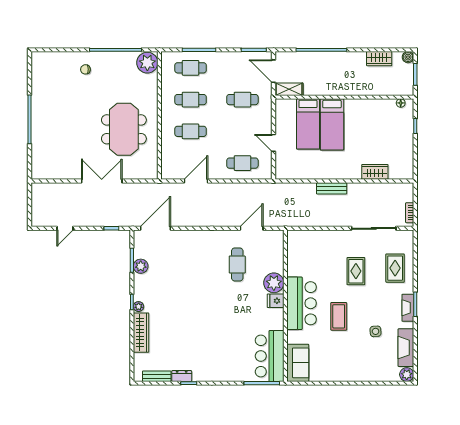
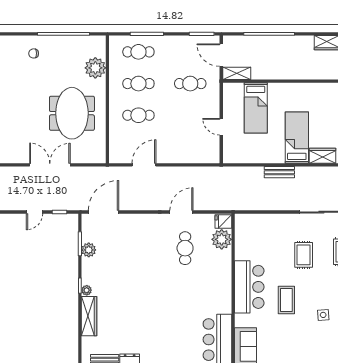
plant: (147, 63) -> (95, 68), moved
bed: (332, 124) -> (297, 138), moved, turned 180
cafe table: (242, 163) -> (190, 147), removed
door: (65, 228) -> (34, 212), moved
door: (252, 228) -> (181, 212), moved
plant: (274, 283) -> (222, 239), moved
fridge: (276, 301) -> (223, 221), moved

